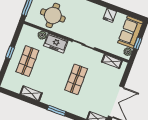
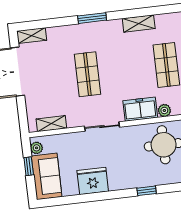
fridge: (110, 15) -> (93, 181), width x1.88, depth x1.34

